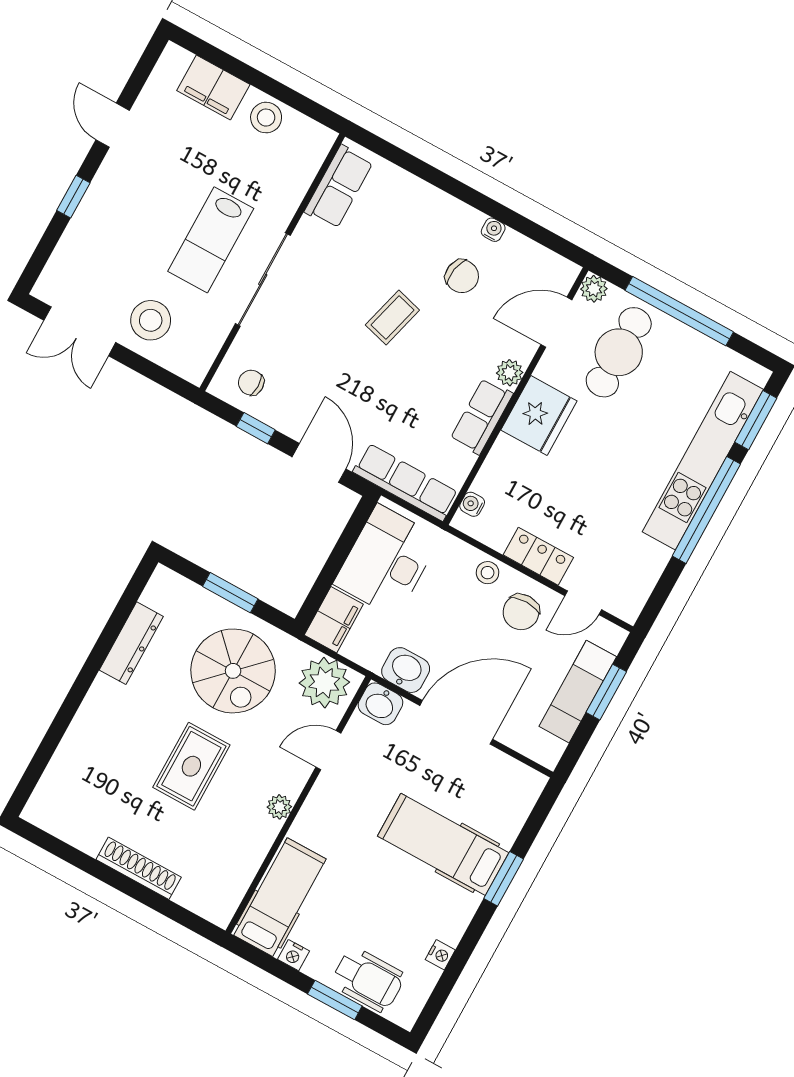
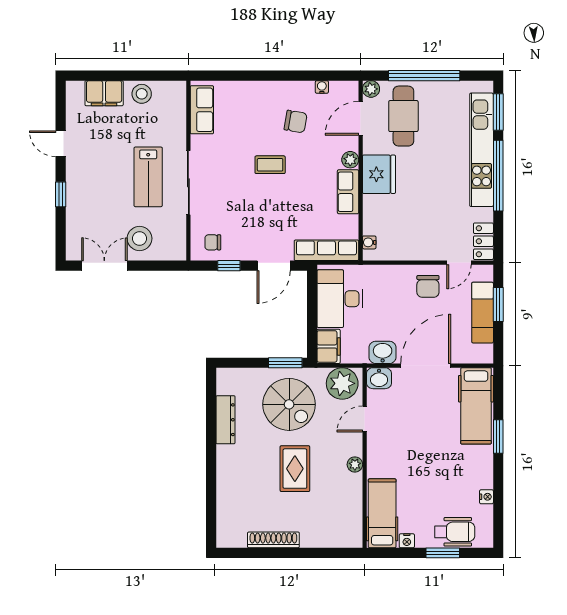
water cooler: (493, 230) -> (322, 87), moved
coffee table: (392, 318) -> (270, 165), turned 75
double door: (80, 331) -> (104, 266), swing flipped
door: (319, 463) -> (274, 266), swing flipped
locker: (538, 556) -> (483, 241), moved, turned -90
stool: (488, 573) -> (398, 275), removed
window: (230, 593) -> (285, 363), moved
hospital bed: (443, 844) -> (476, 406), moved, turned -90
shoe rack: (139, 868) -> (273, 540), moved

